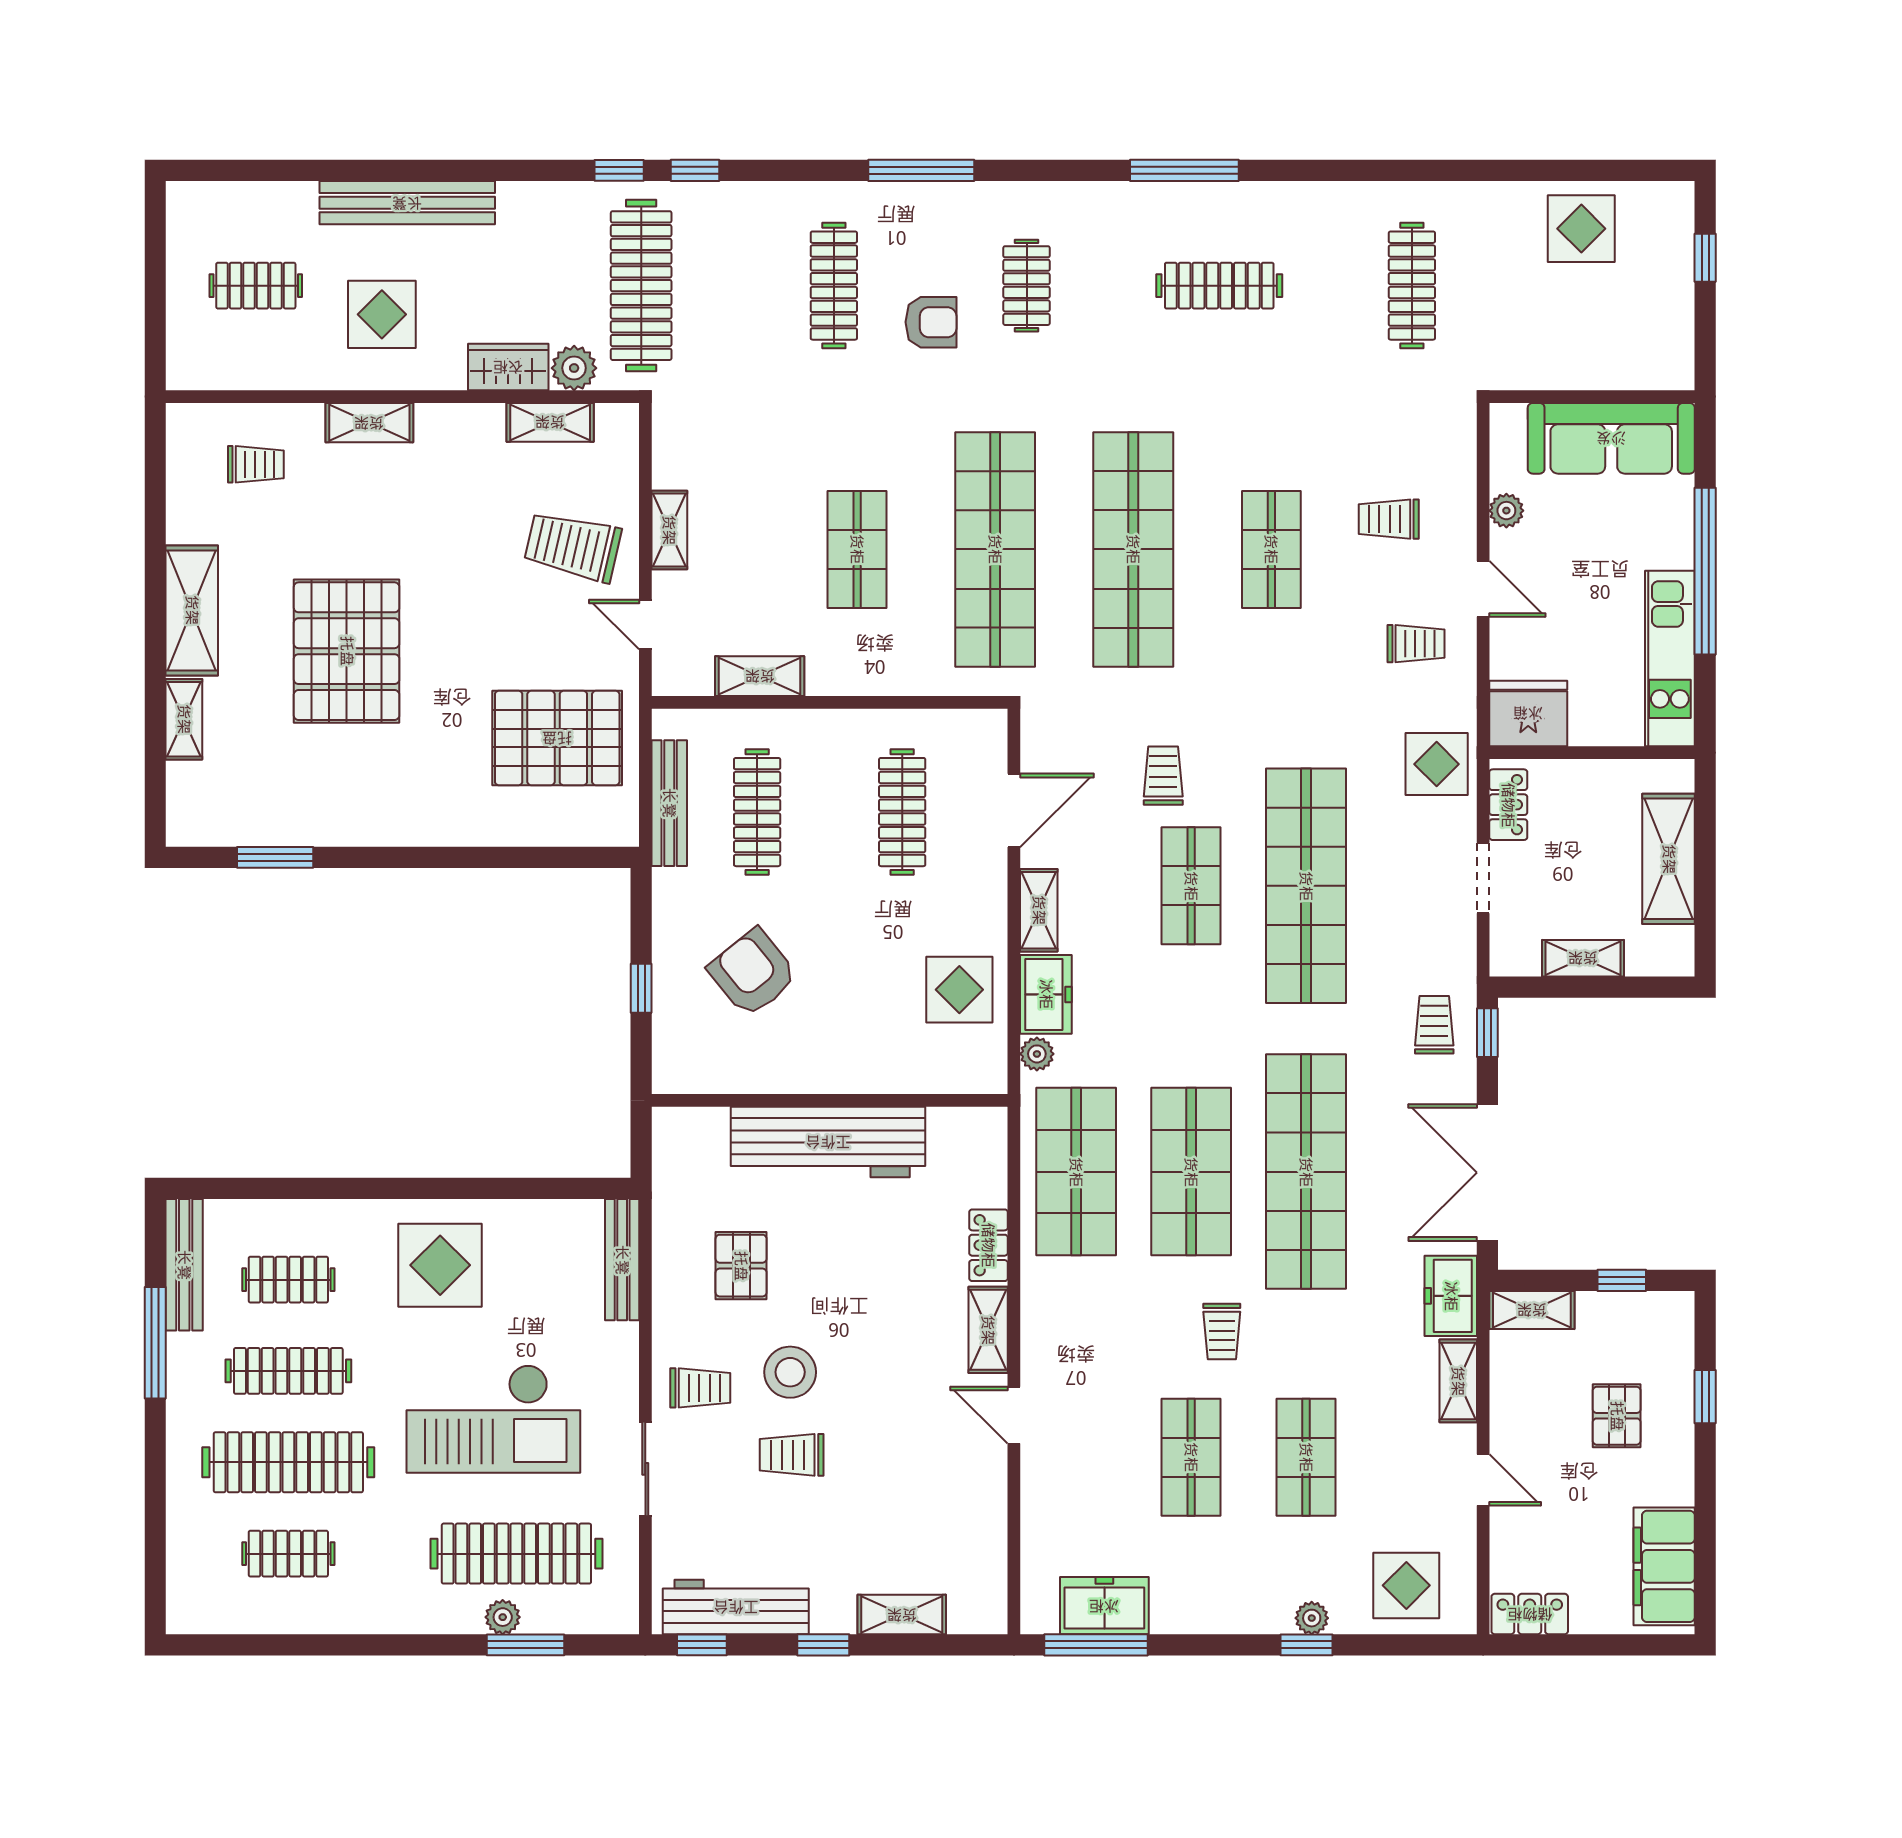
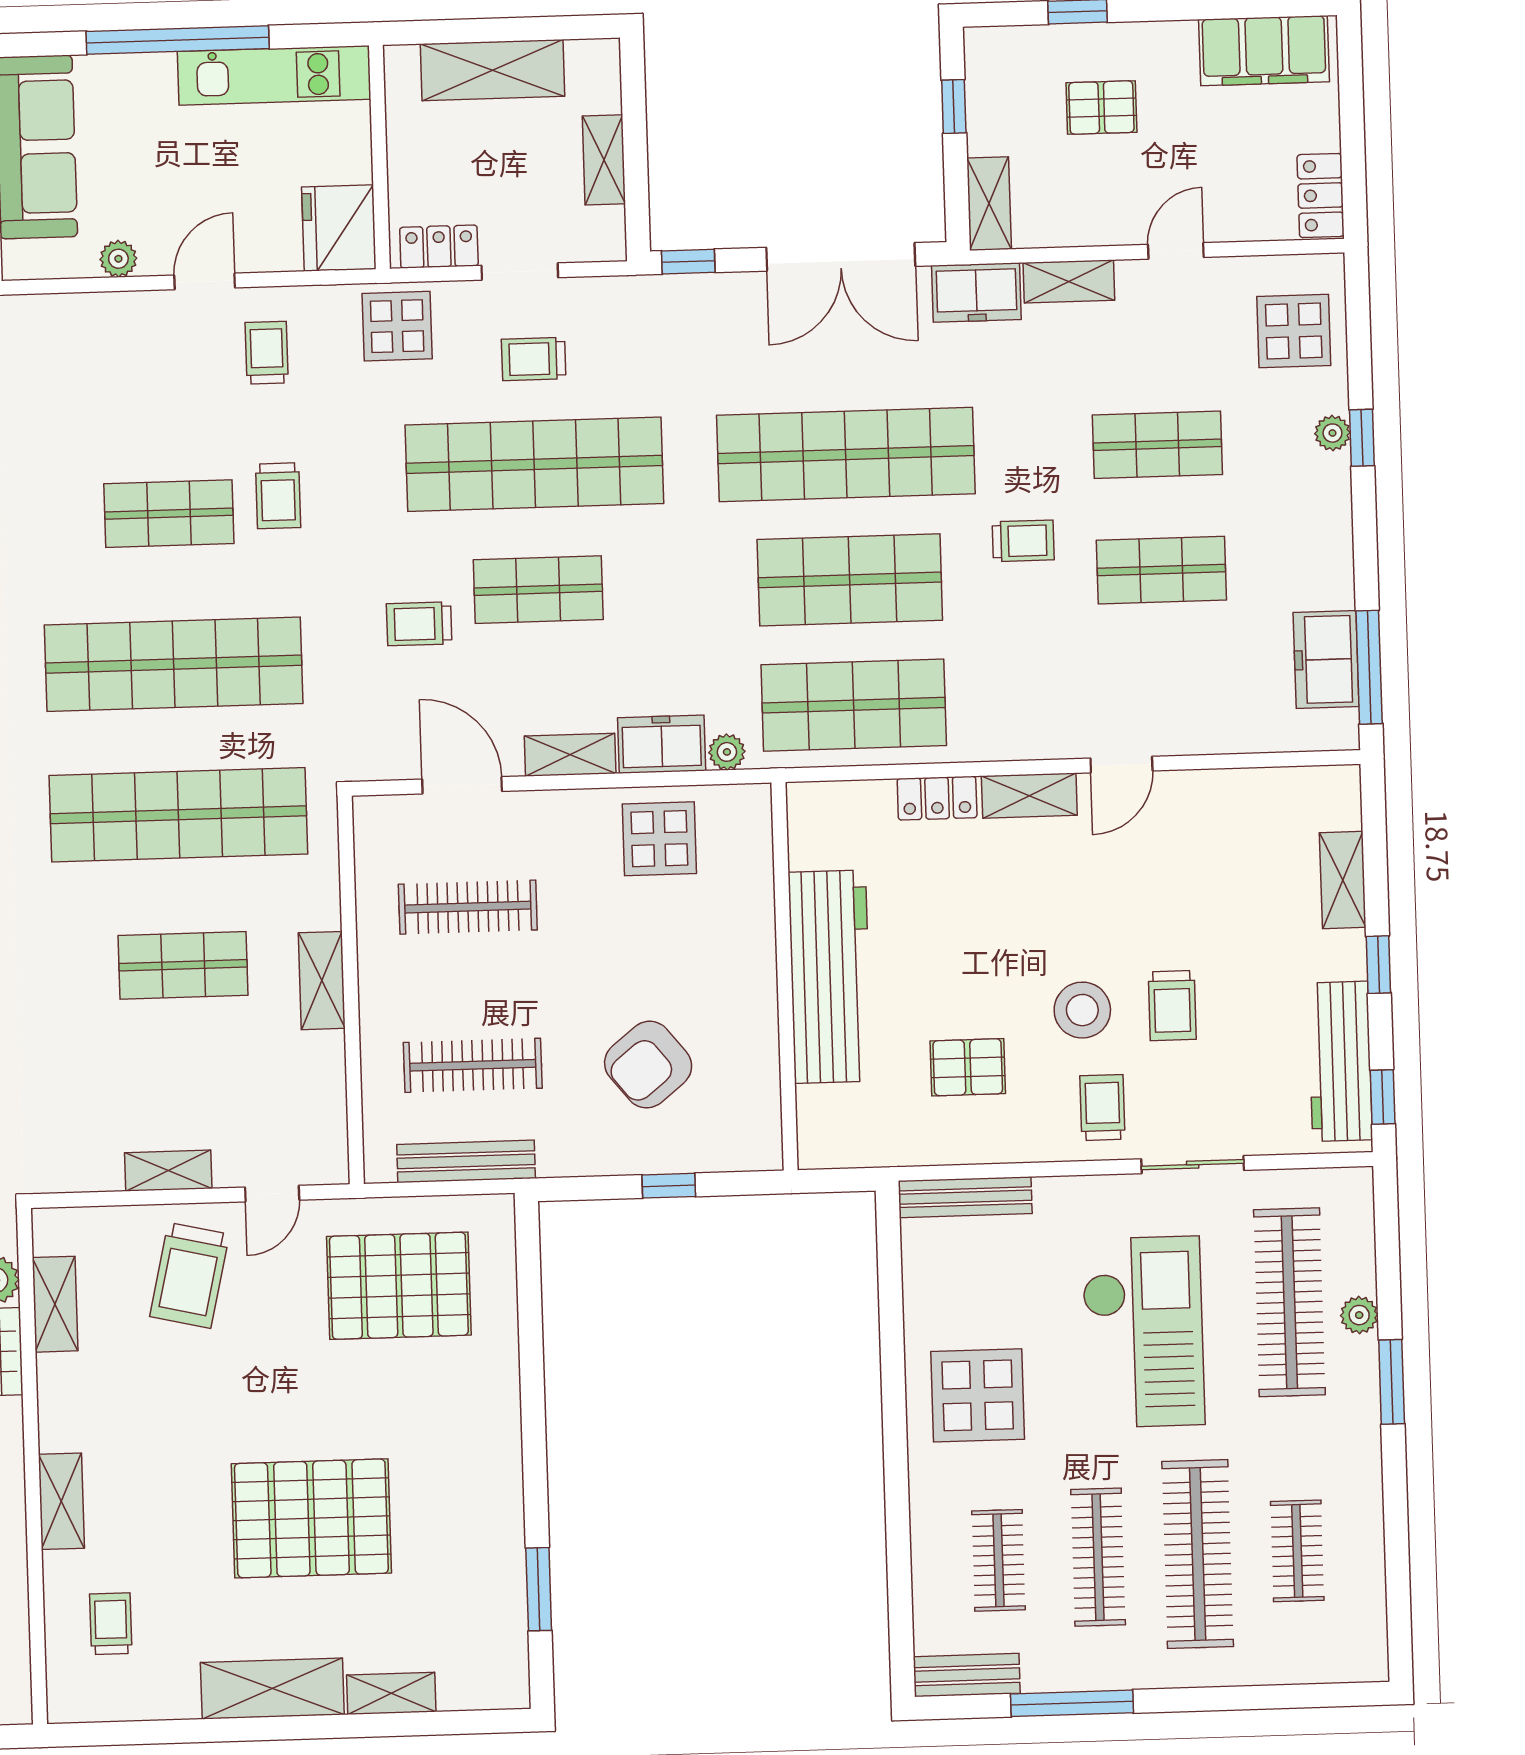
trolley: (1389, 519) -> (278, 496), moved
shelving: (760, 676) -> (322, 981), moved
pallet: (557, 738) -> (399, 1286), turned 90
trolley: (1434, 1025) -> (534, 359), moved
bench: (184, 1265) -> (967, 1675), width x0.73
window: (525, 1645) -> (1392, 1382), moved

